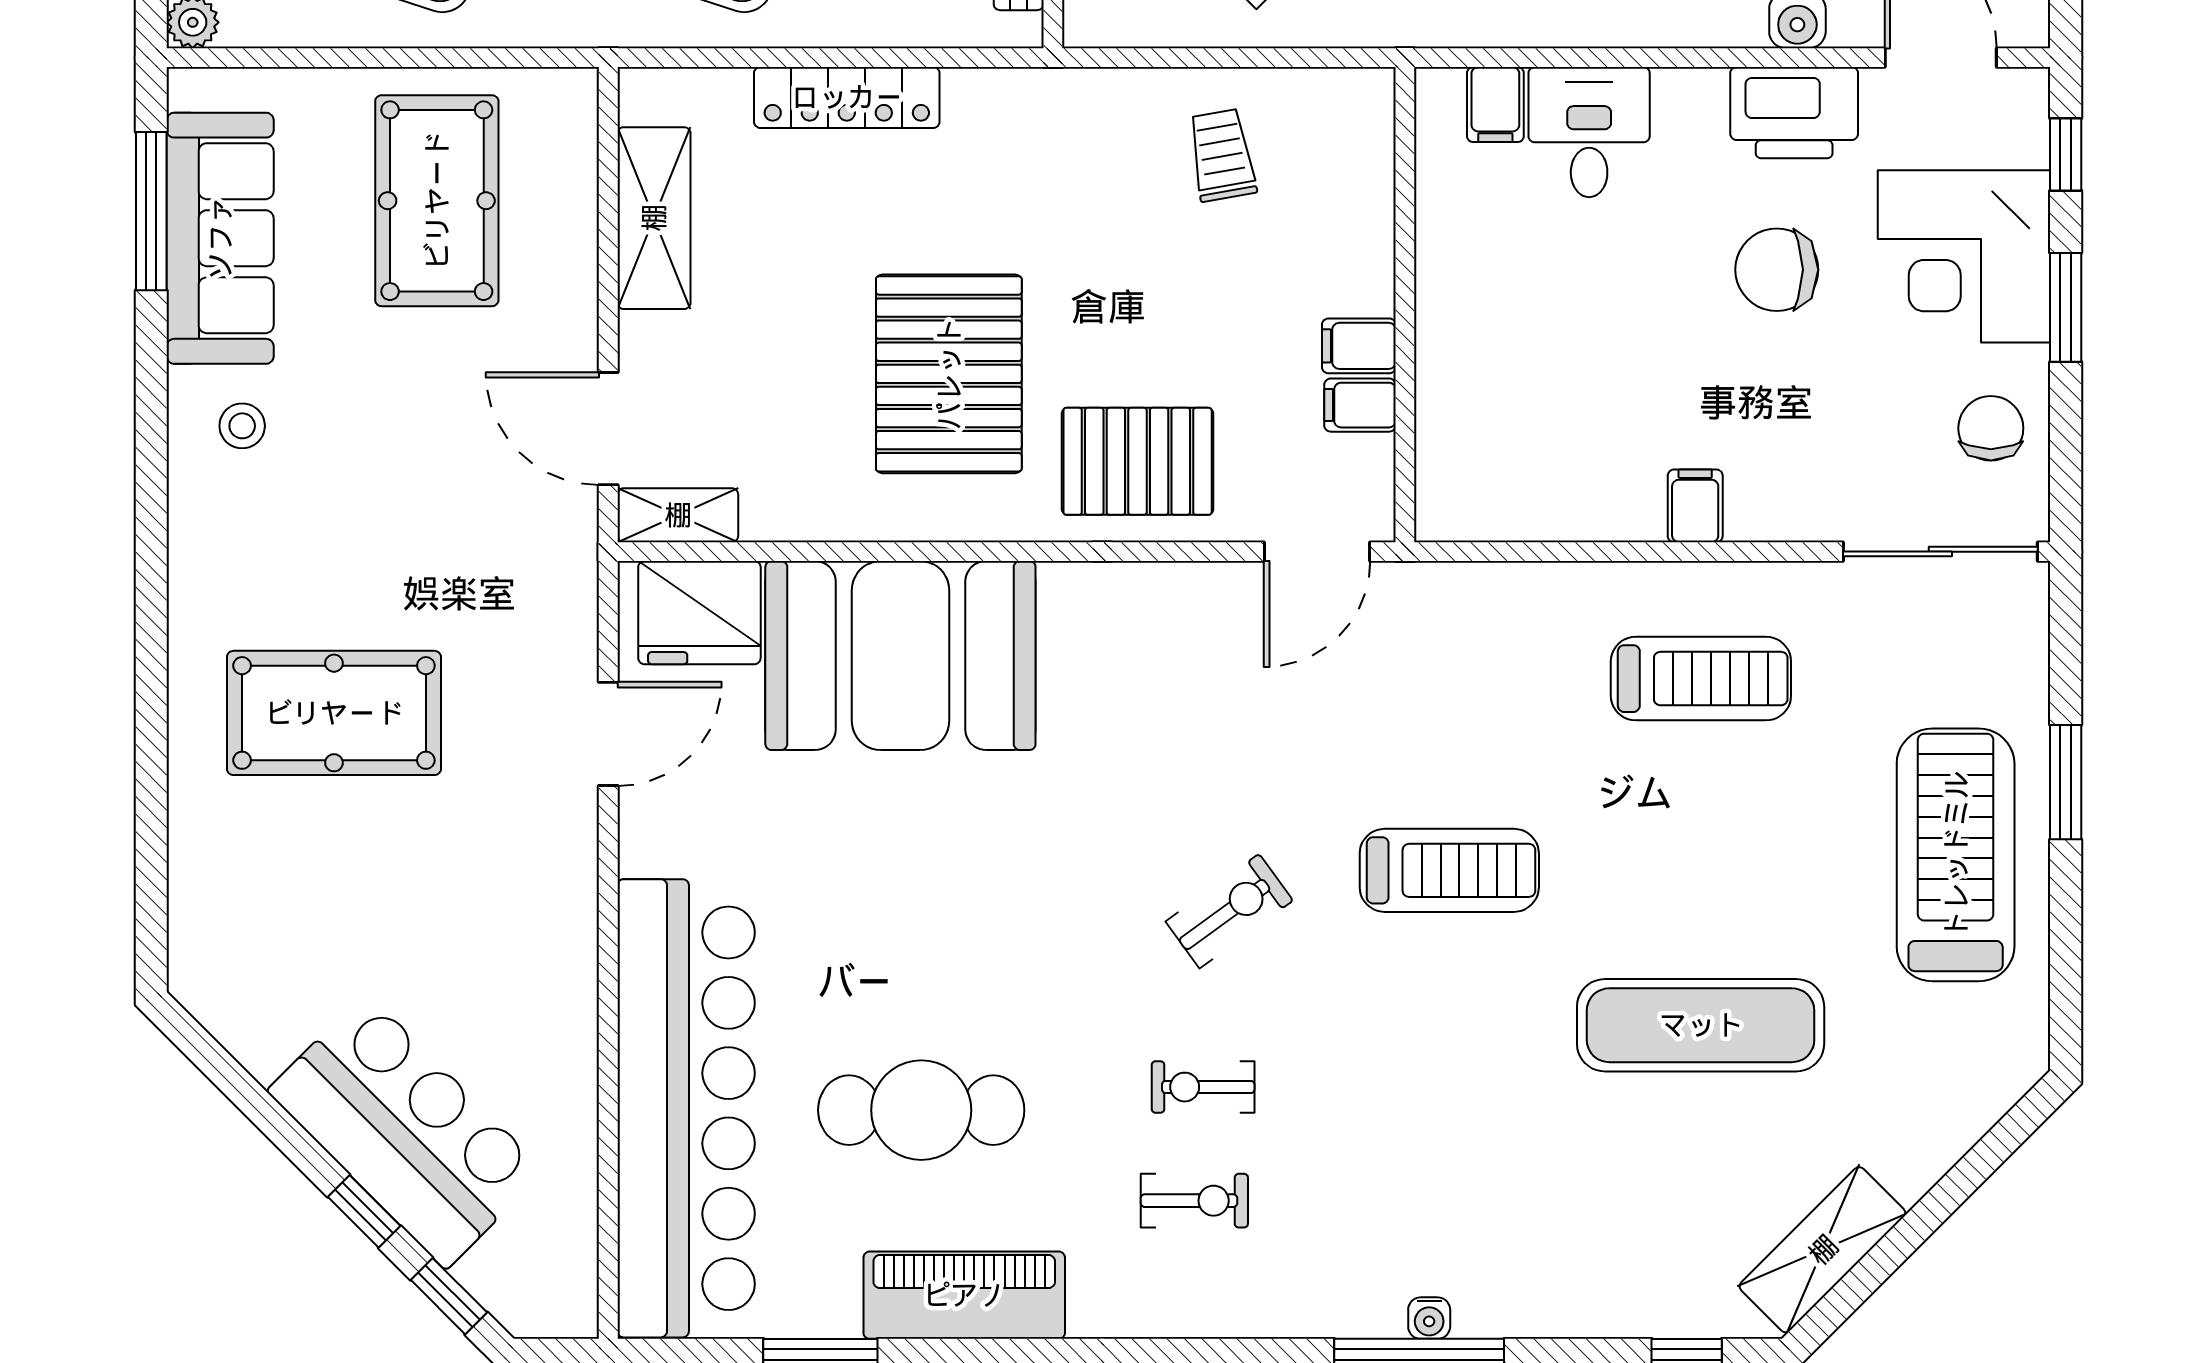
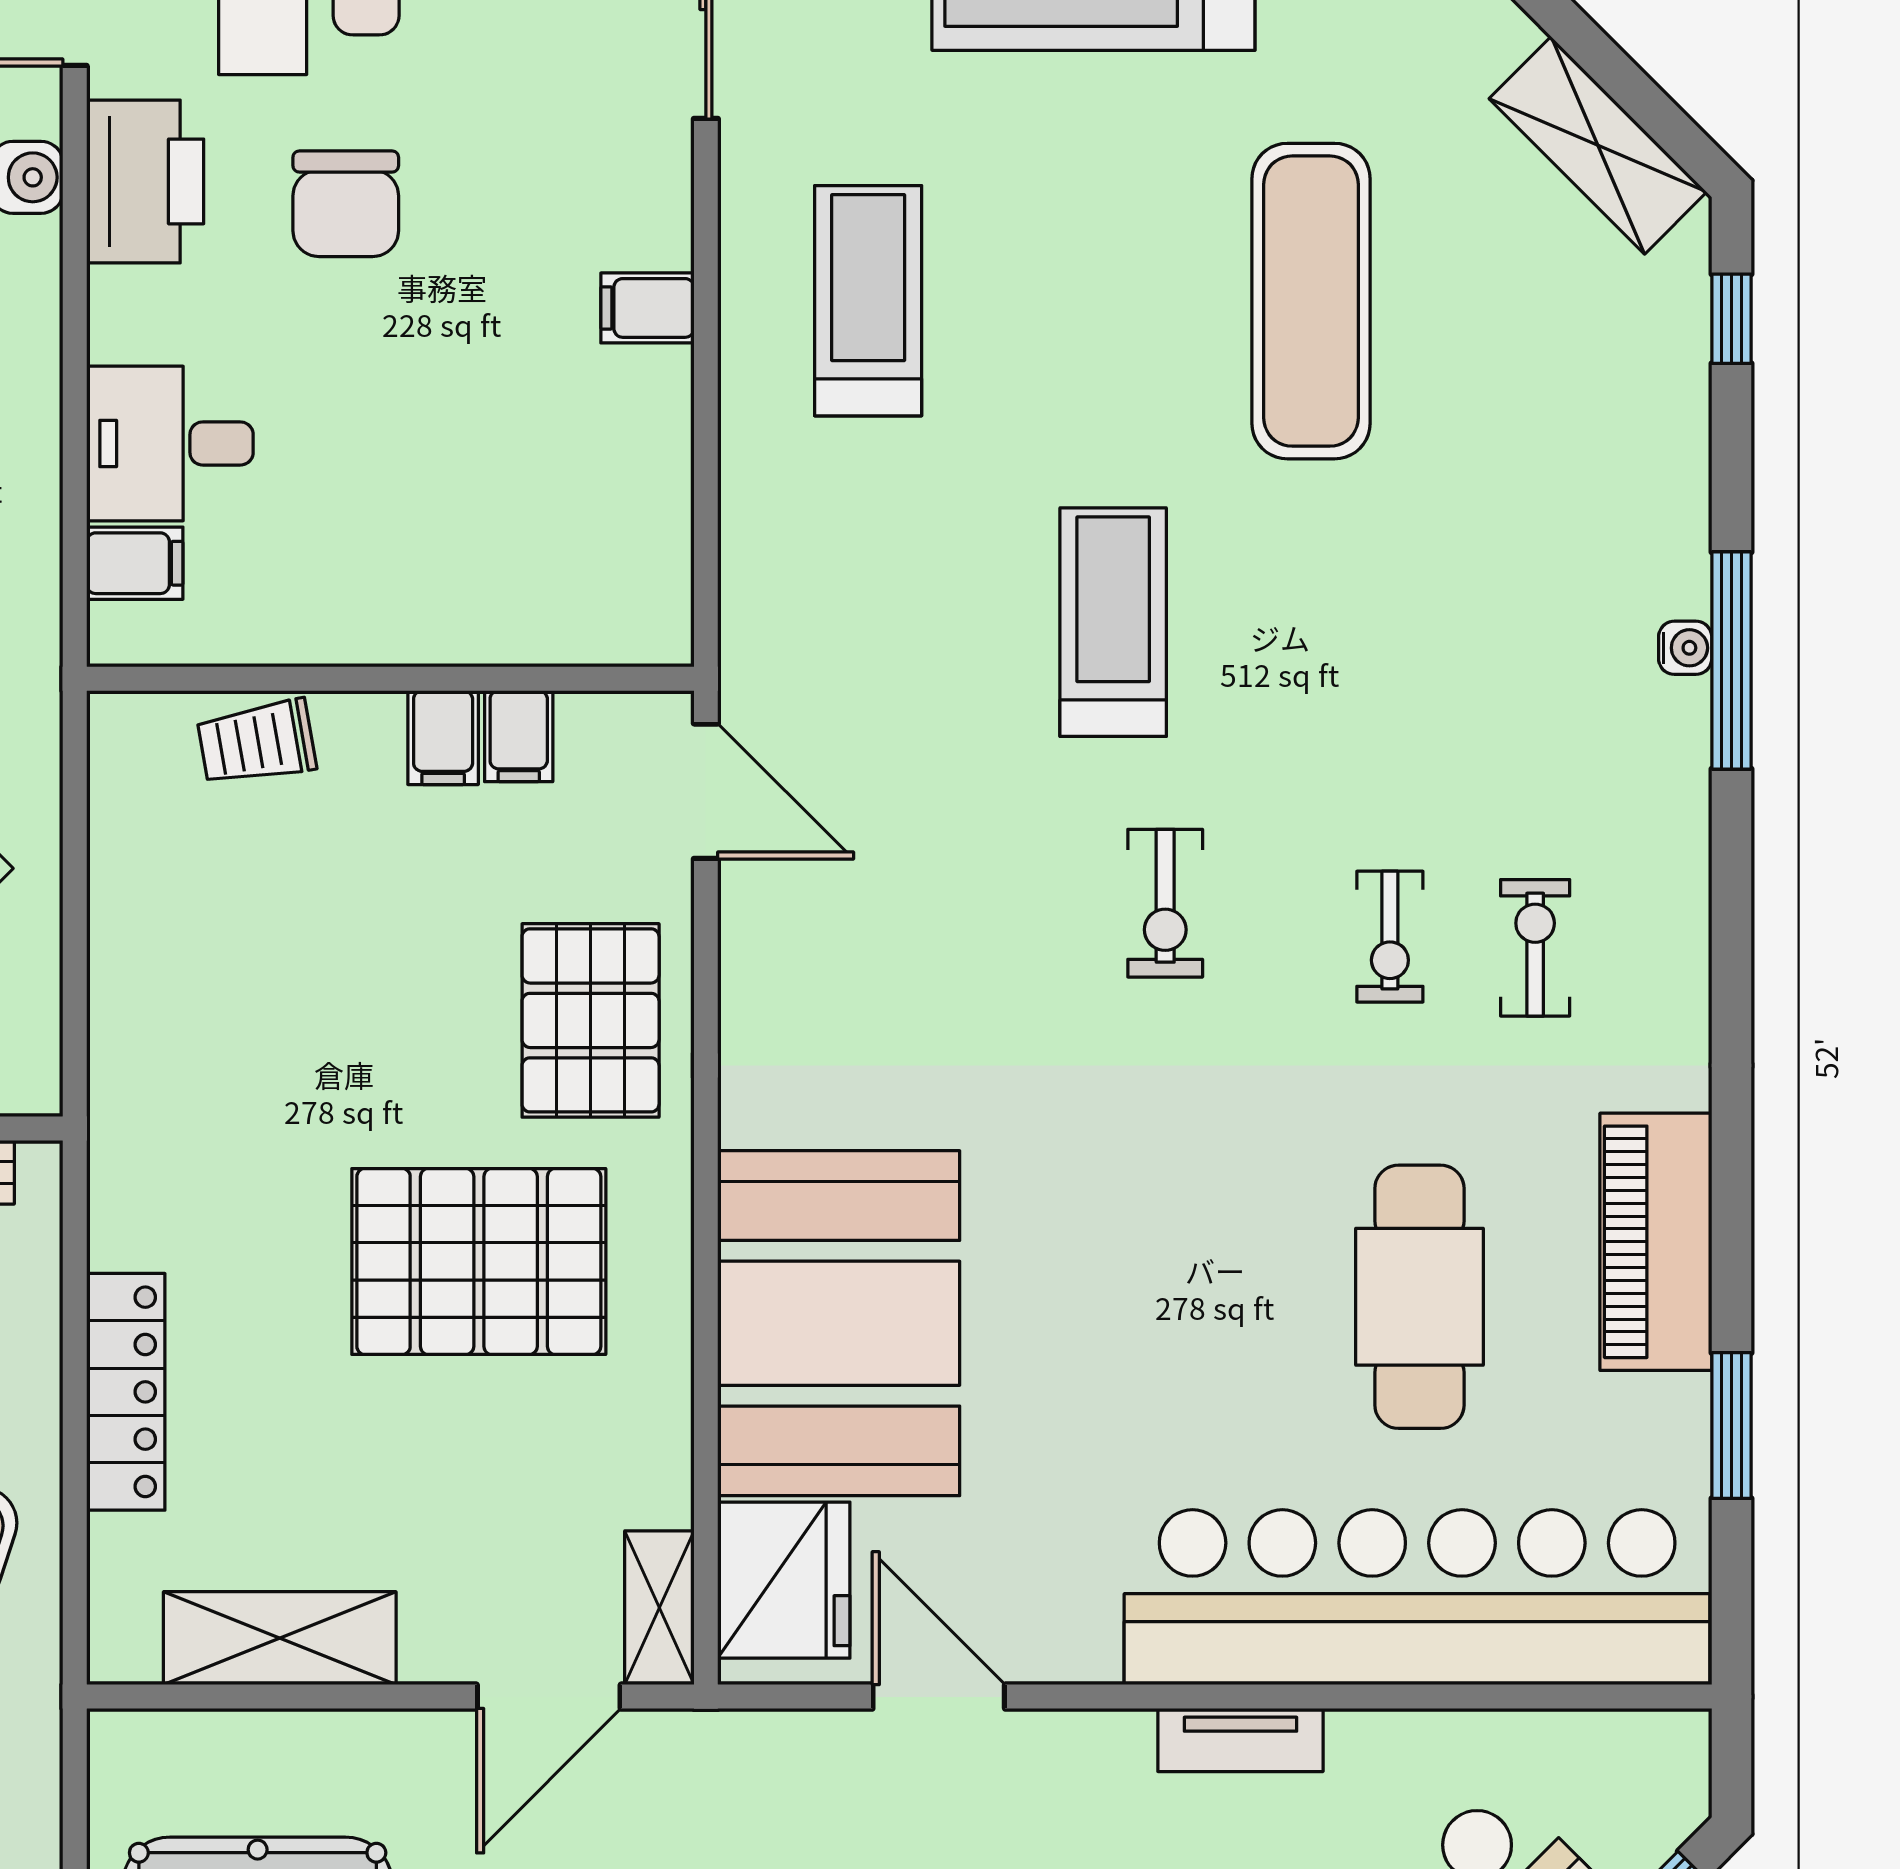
trolley: (1222, 155) -> (257, 743), moved
exercise bike: (1229, 911) -> (1165, 903), turned -144
tv unit: (574, 970) -> (1240, 1740), added

